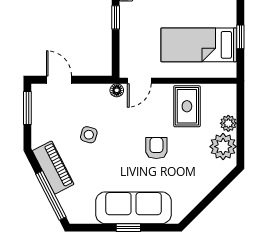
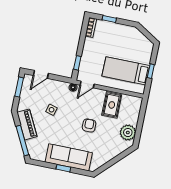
window: (116, 17) -> (77, 63), moved
door: (59, 80) -> (41, 74), swing flipped
plant: (228, 123) -> (134, 120), removed

